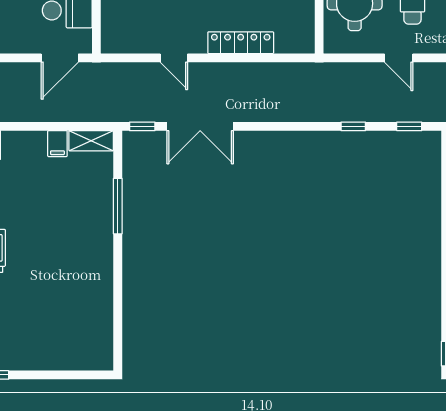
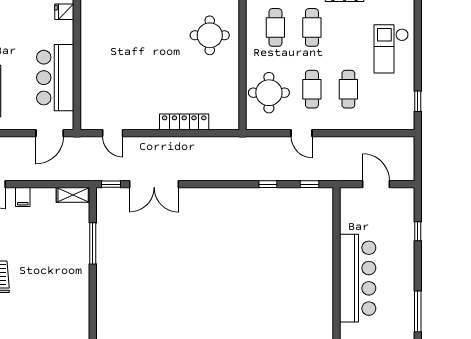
door: (174, 58) -> (113, 133), moved
filing cabinet: (57, 144) -> (23, 197), moved

